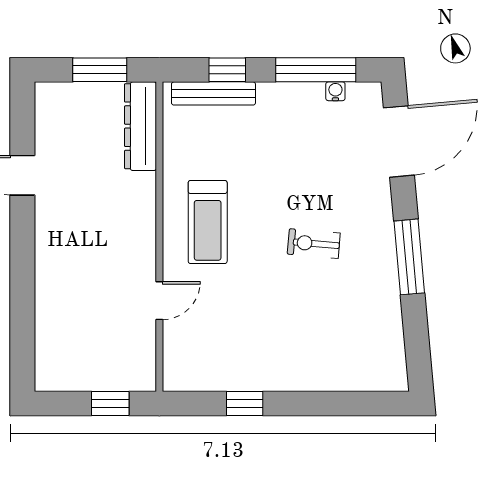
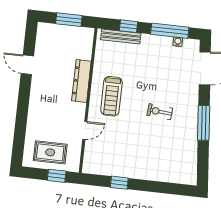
dresser: (141, 126) -> (81, 81), moved
rug: (91, 355) -> (50, 152), added

